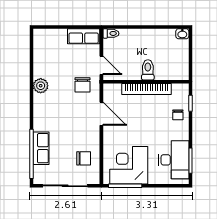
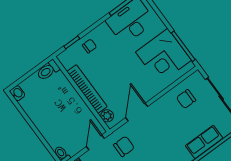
toilet: (148, 70) -> (48, 70), moved
plant: (115, 89) -> (107, 116), added
chair: (84, 158) -> (186, 99), turned -90

